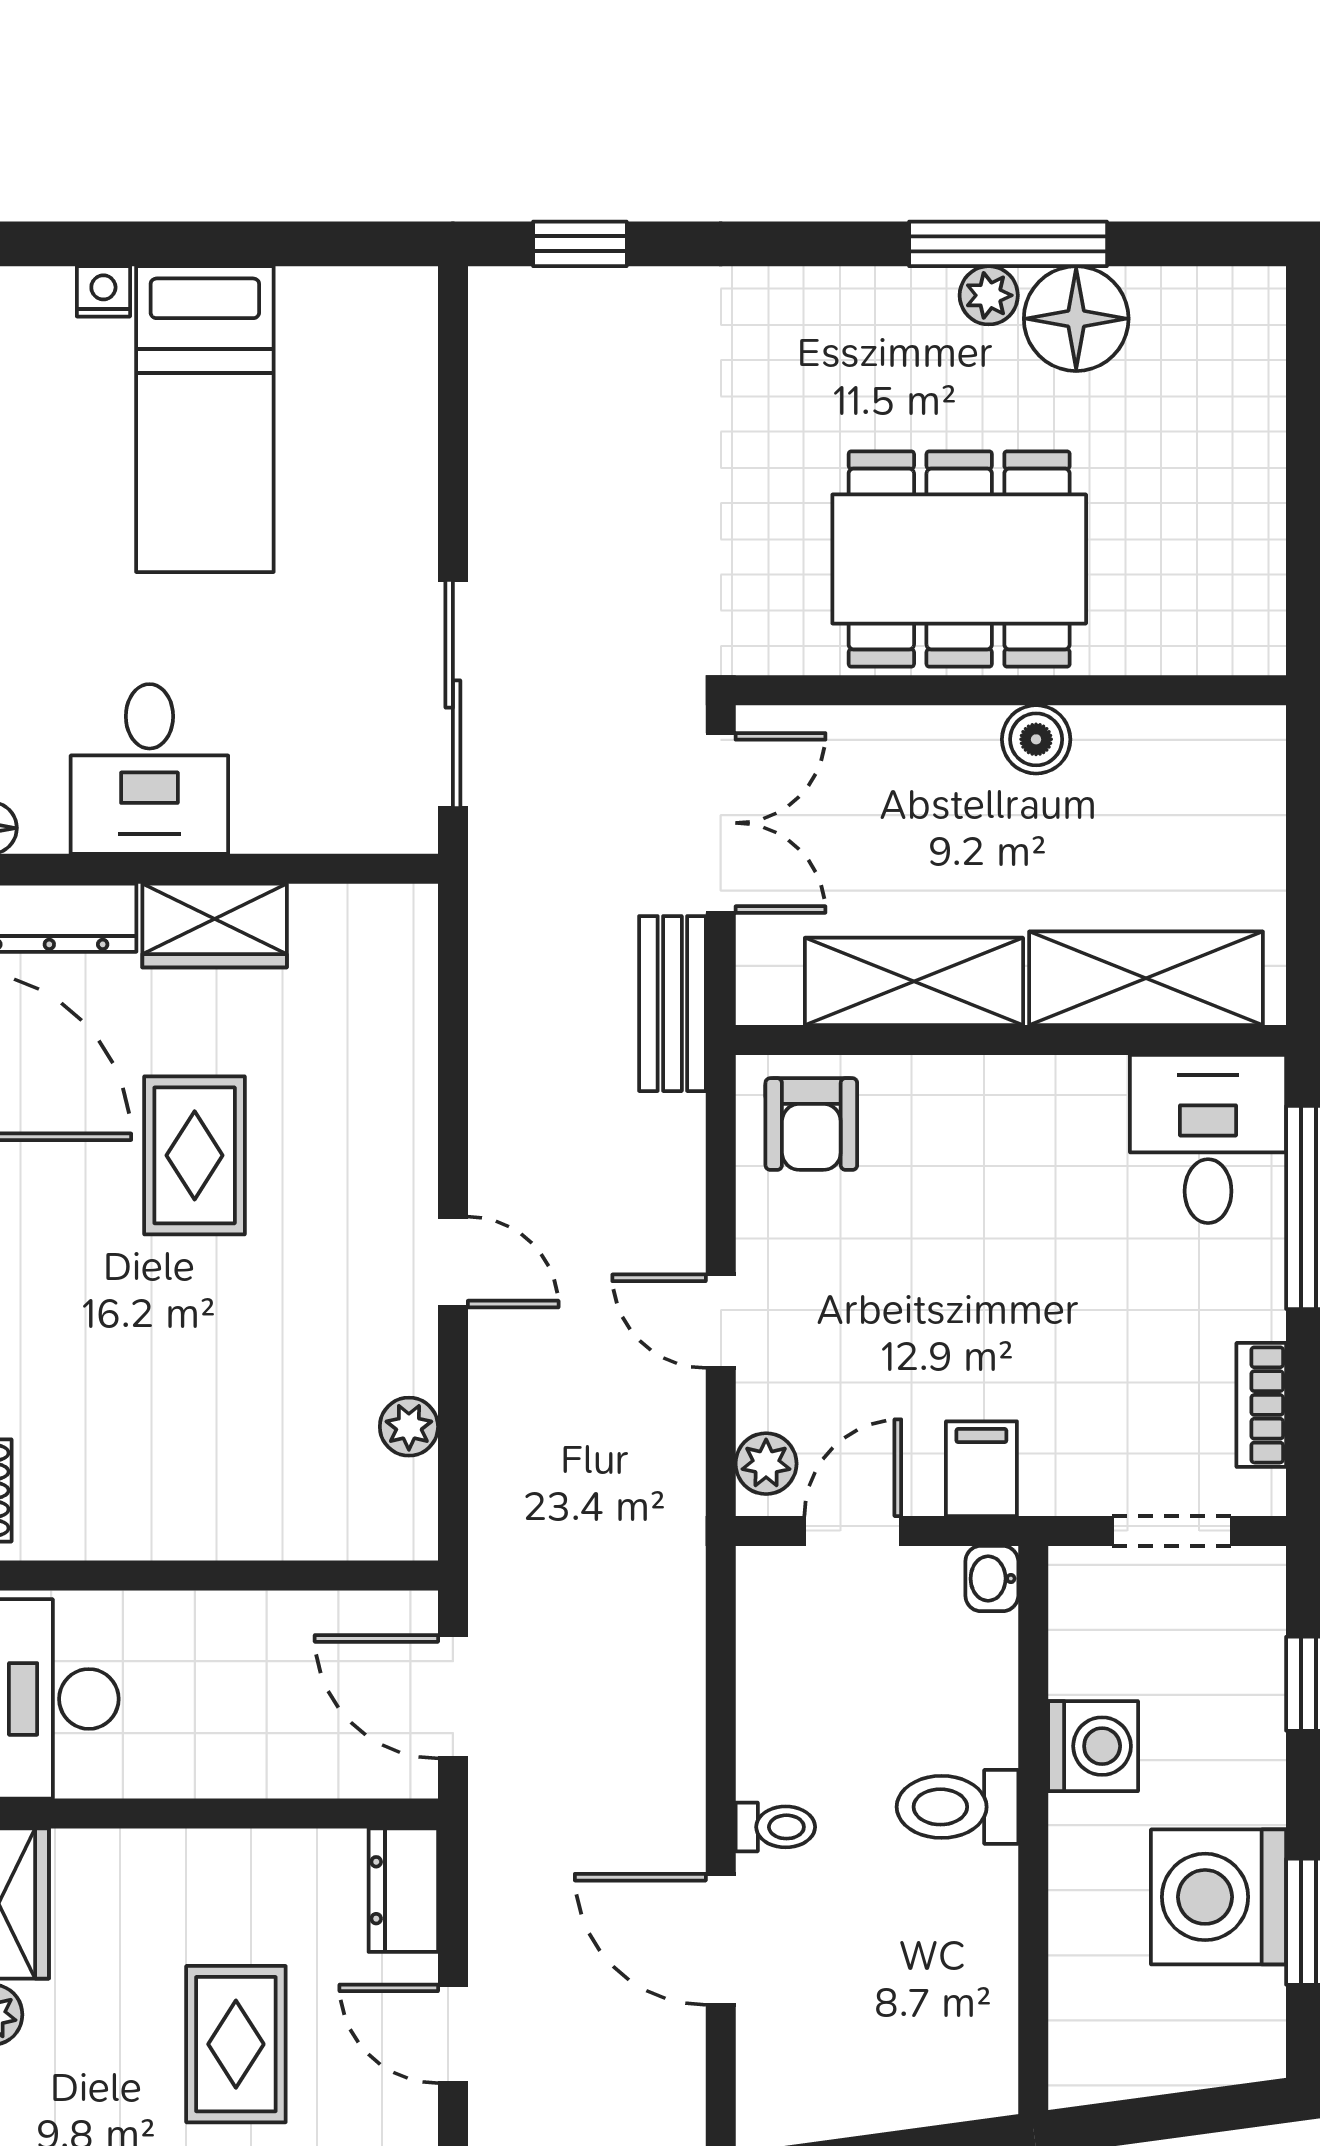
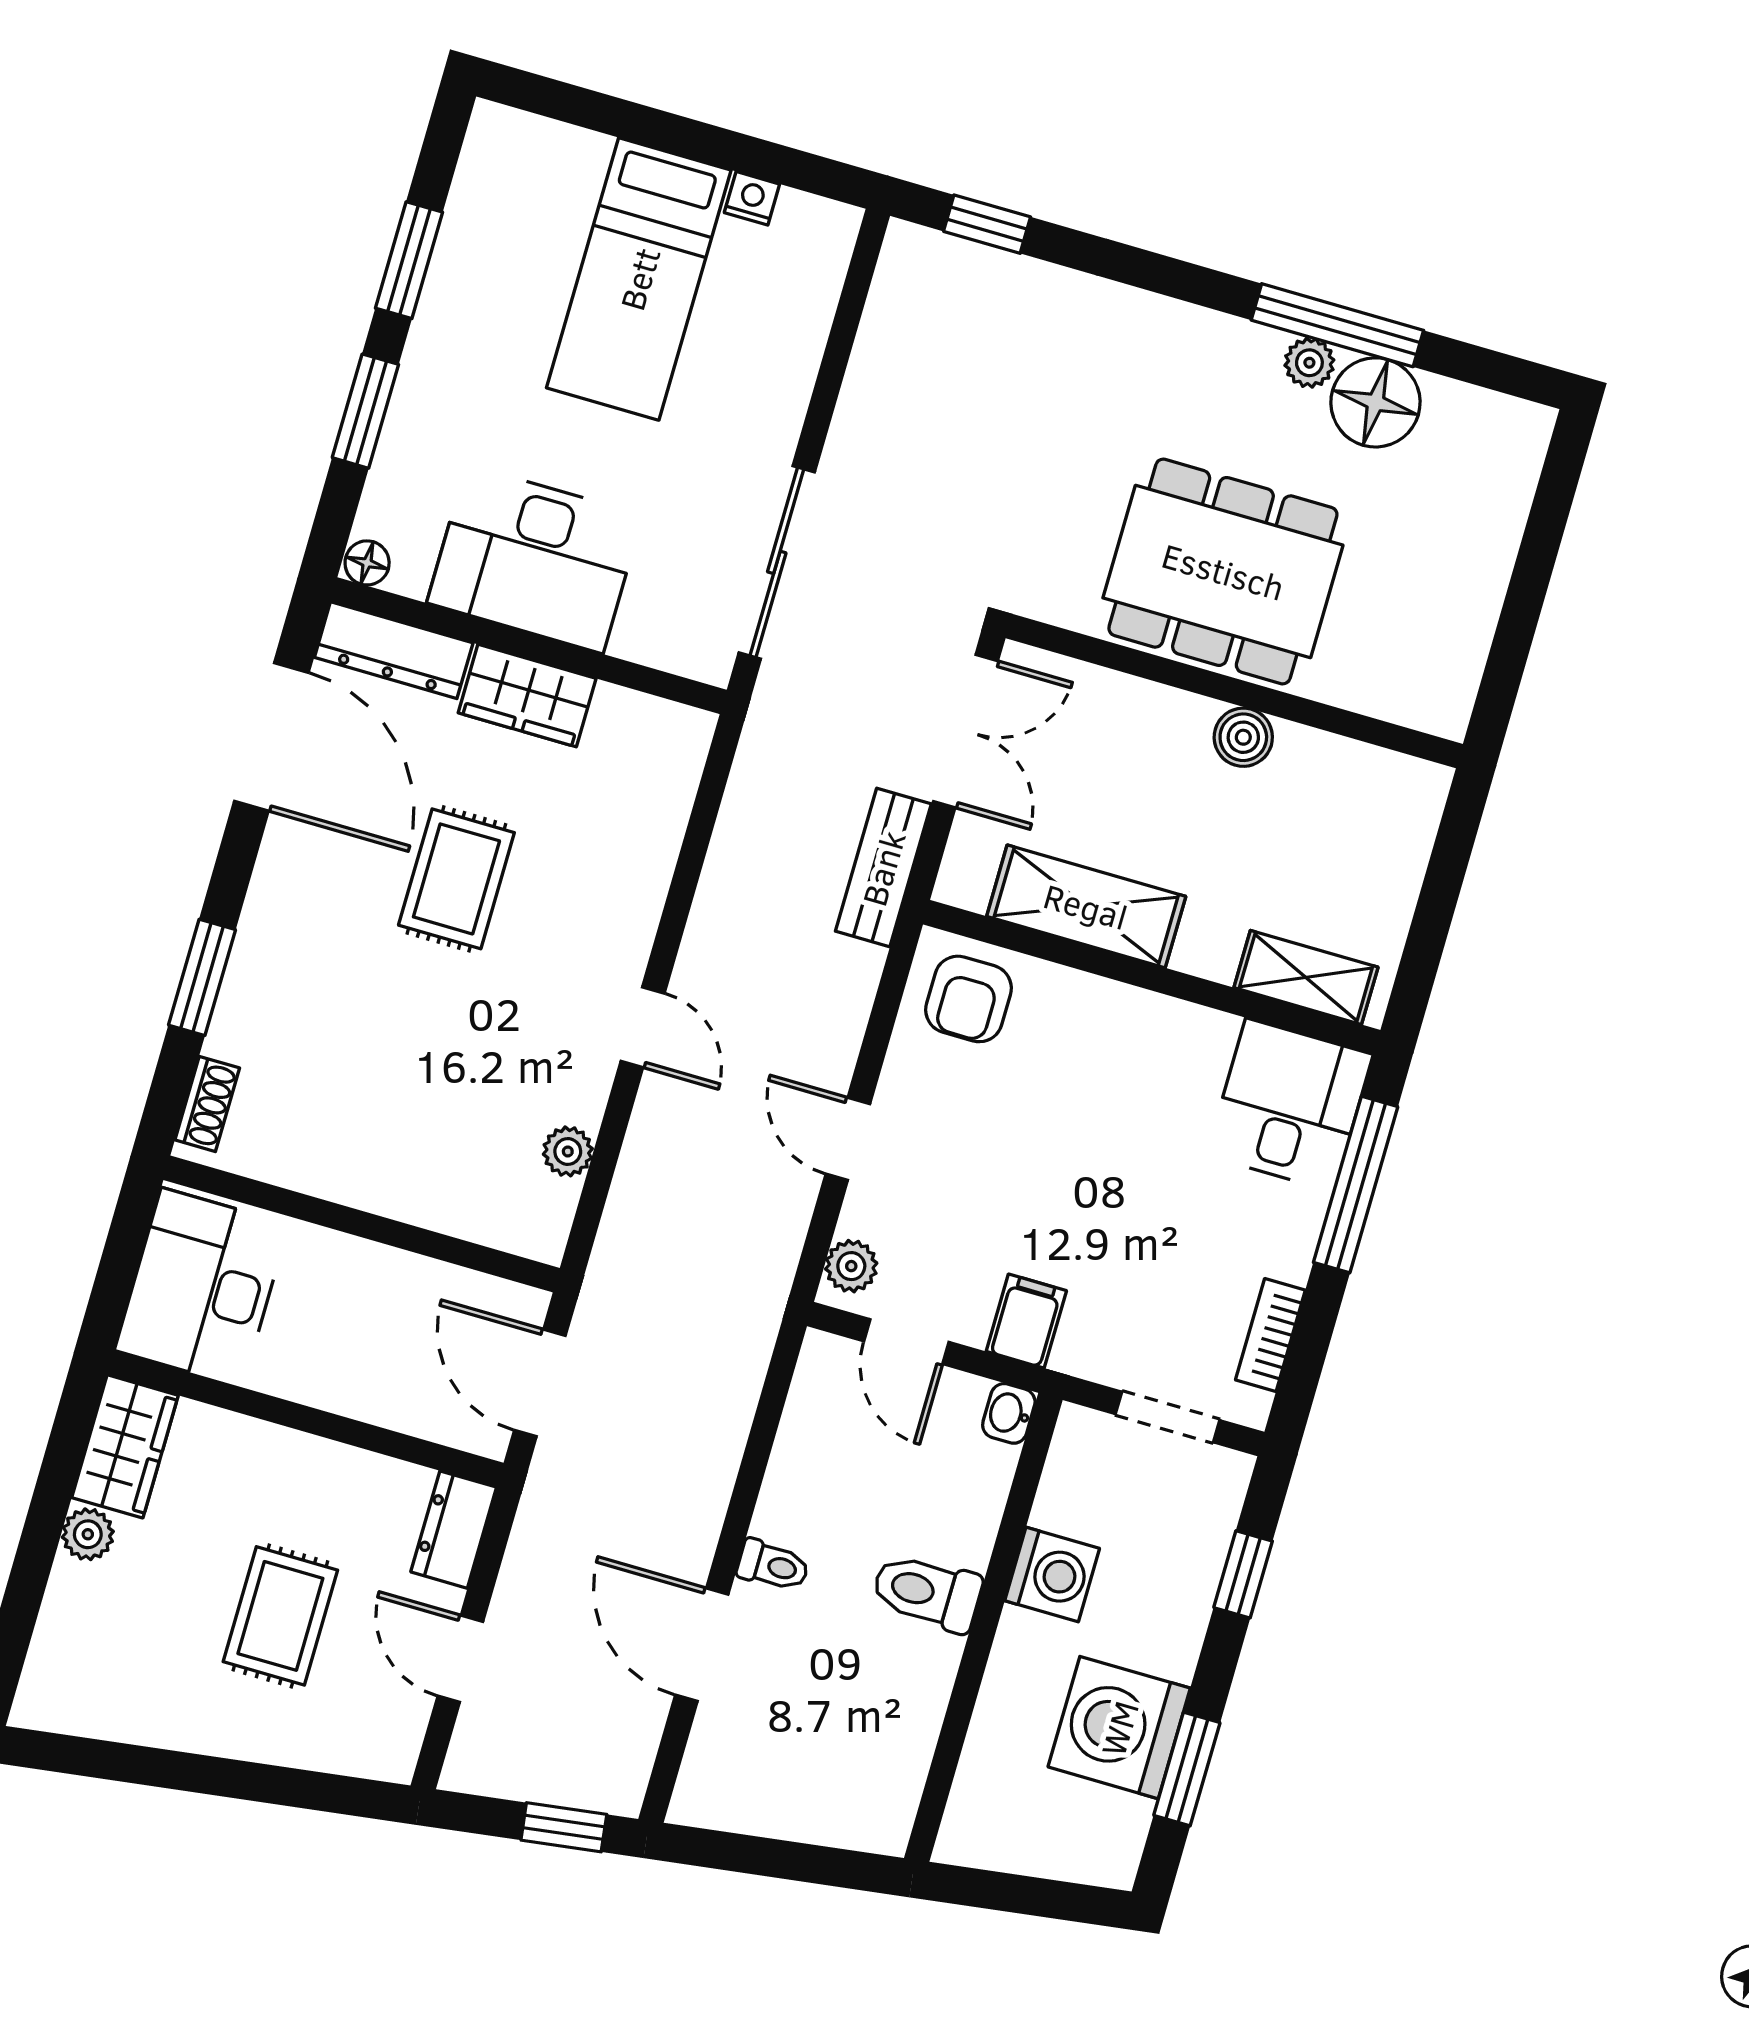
nightstand: (103, 291) -> (752, 198), moved
desk: (149, 769) -> (535, 559), width x1.37
shelving: (1146, 978) -> (1306, 977), width x0.67, depth x0.75
door: (853, 1531) -> (906, 1342), swing flipped

